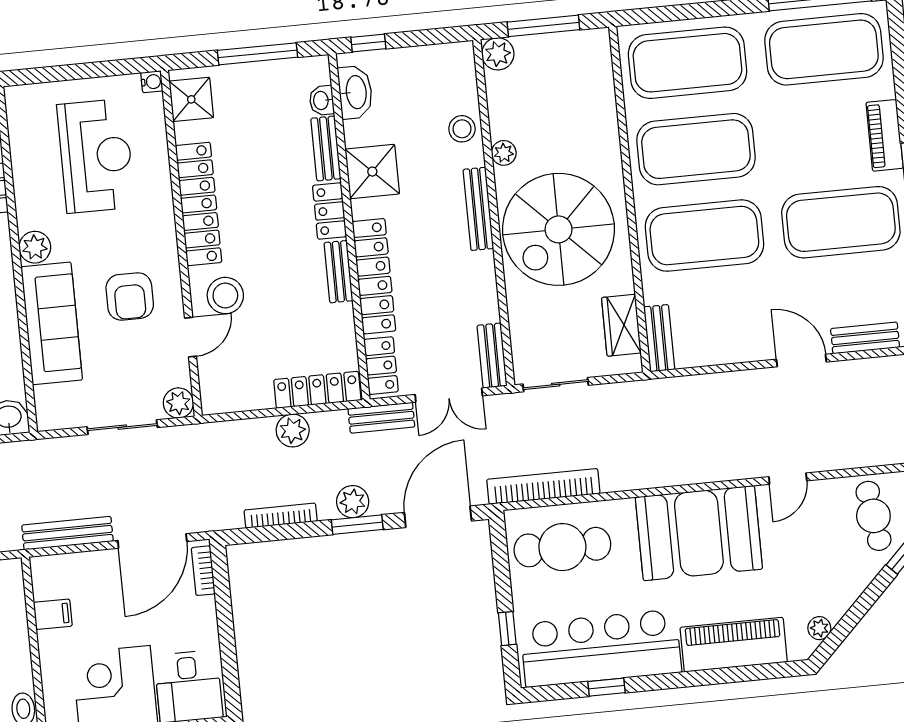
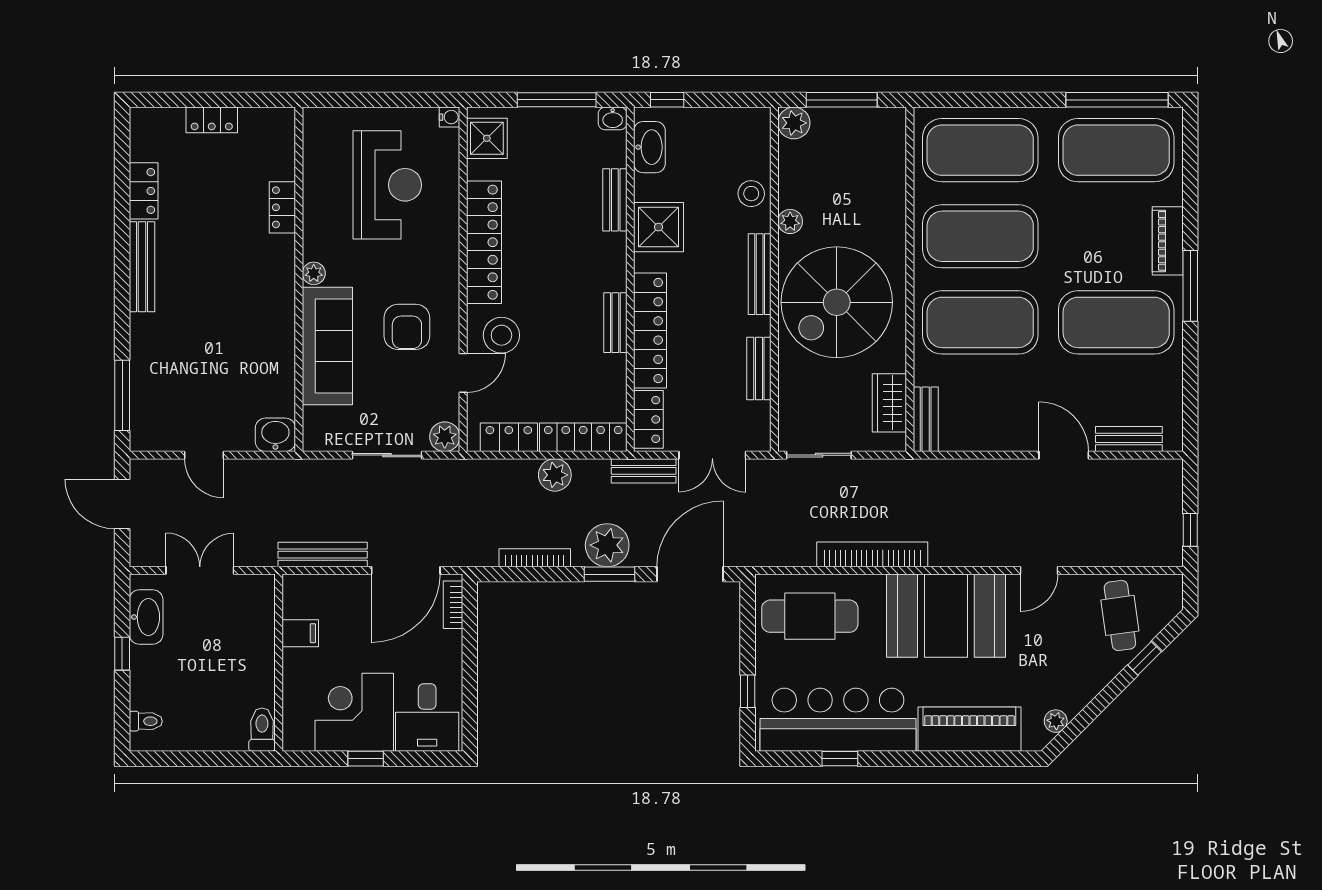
washbasin: (322, 100) -> (613, 118), moved, turned -90
locker: (329, 211) -> (509, 437), moved, turned 90
plant: (35, 247) -> (314, 273), width x0.73, depth x0.73
bench: (492, 356) -> (759, 368), moved
bookcase: (543, 486) -> (872, 554), moved
plant: (353, 502) -> (607, 545), width x1.36, depth x1.36

